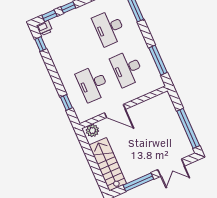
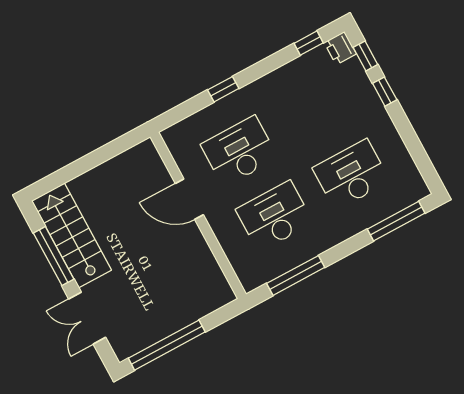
window: (66, 102) -> (223, 89), moved
door: (115, 111) -> (189, 199), hinge flipped
plant: (92, 131) -> (147, 158), removed
stairs: (108, 164) -> (71, 235), moved, turned -90

